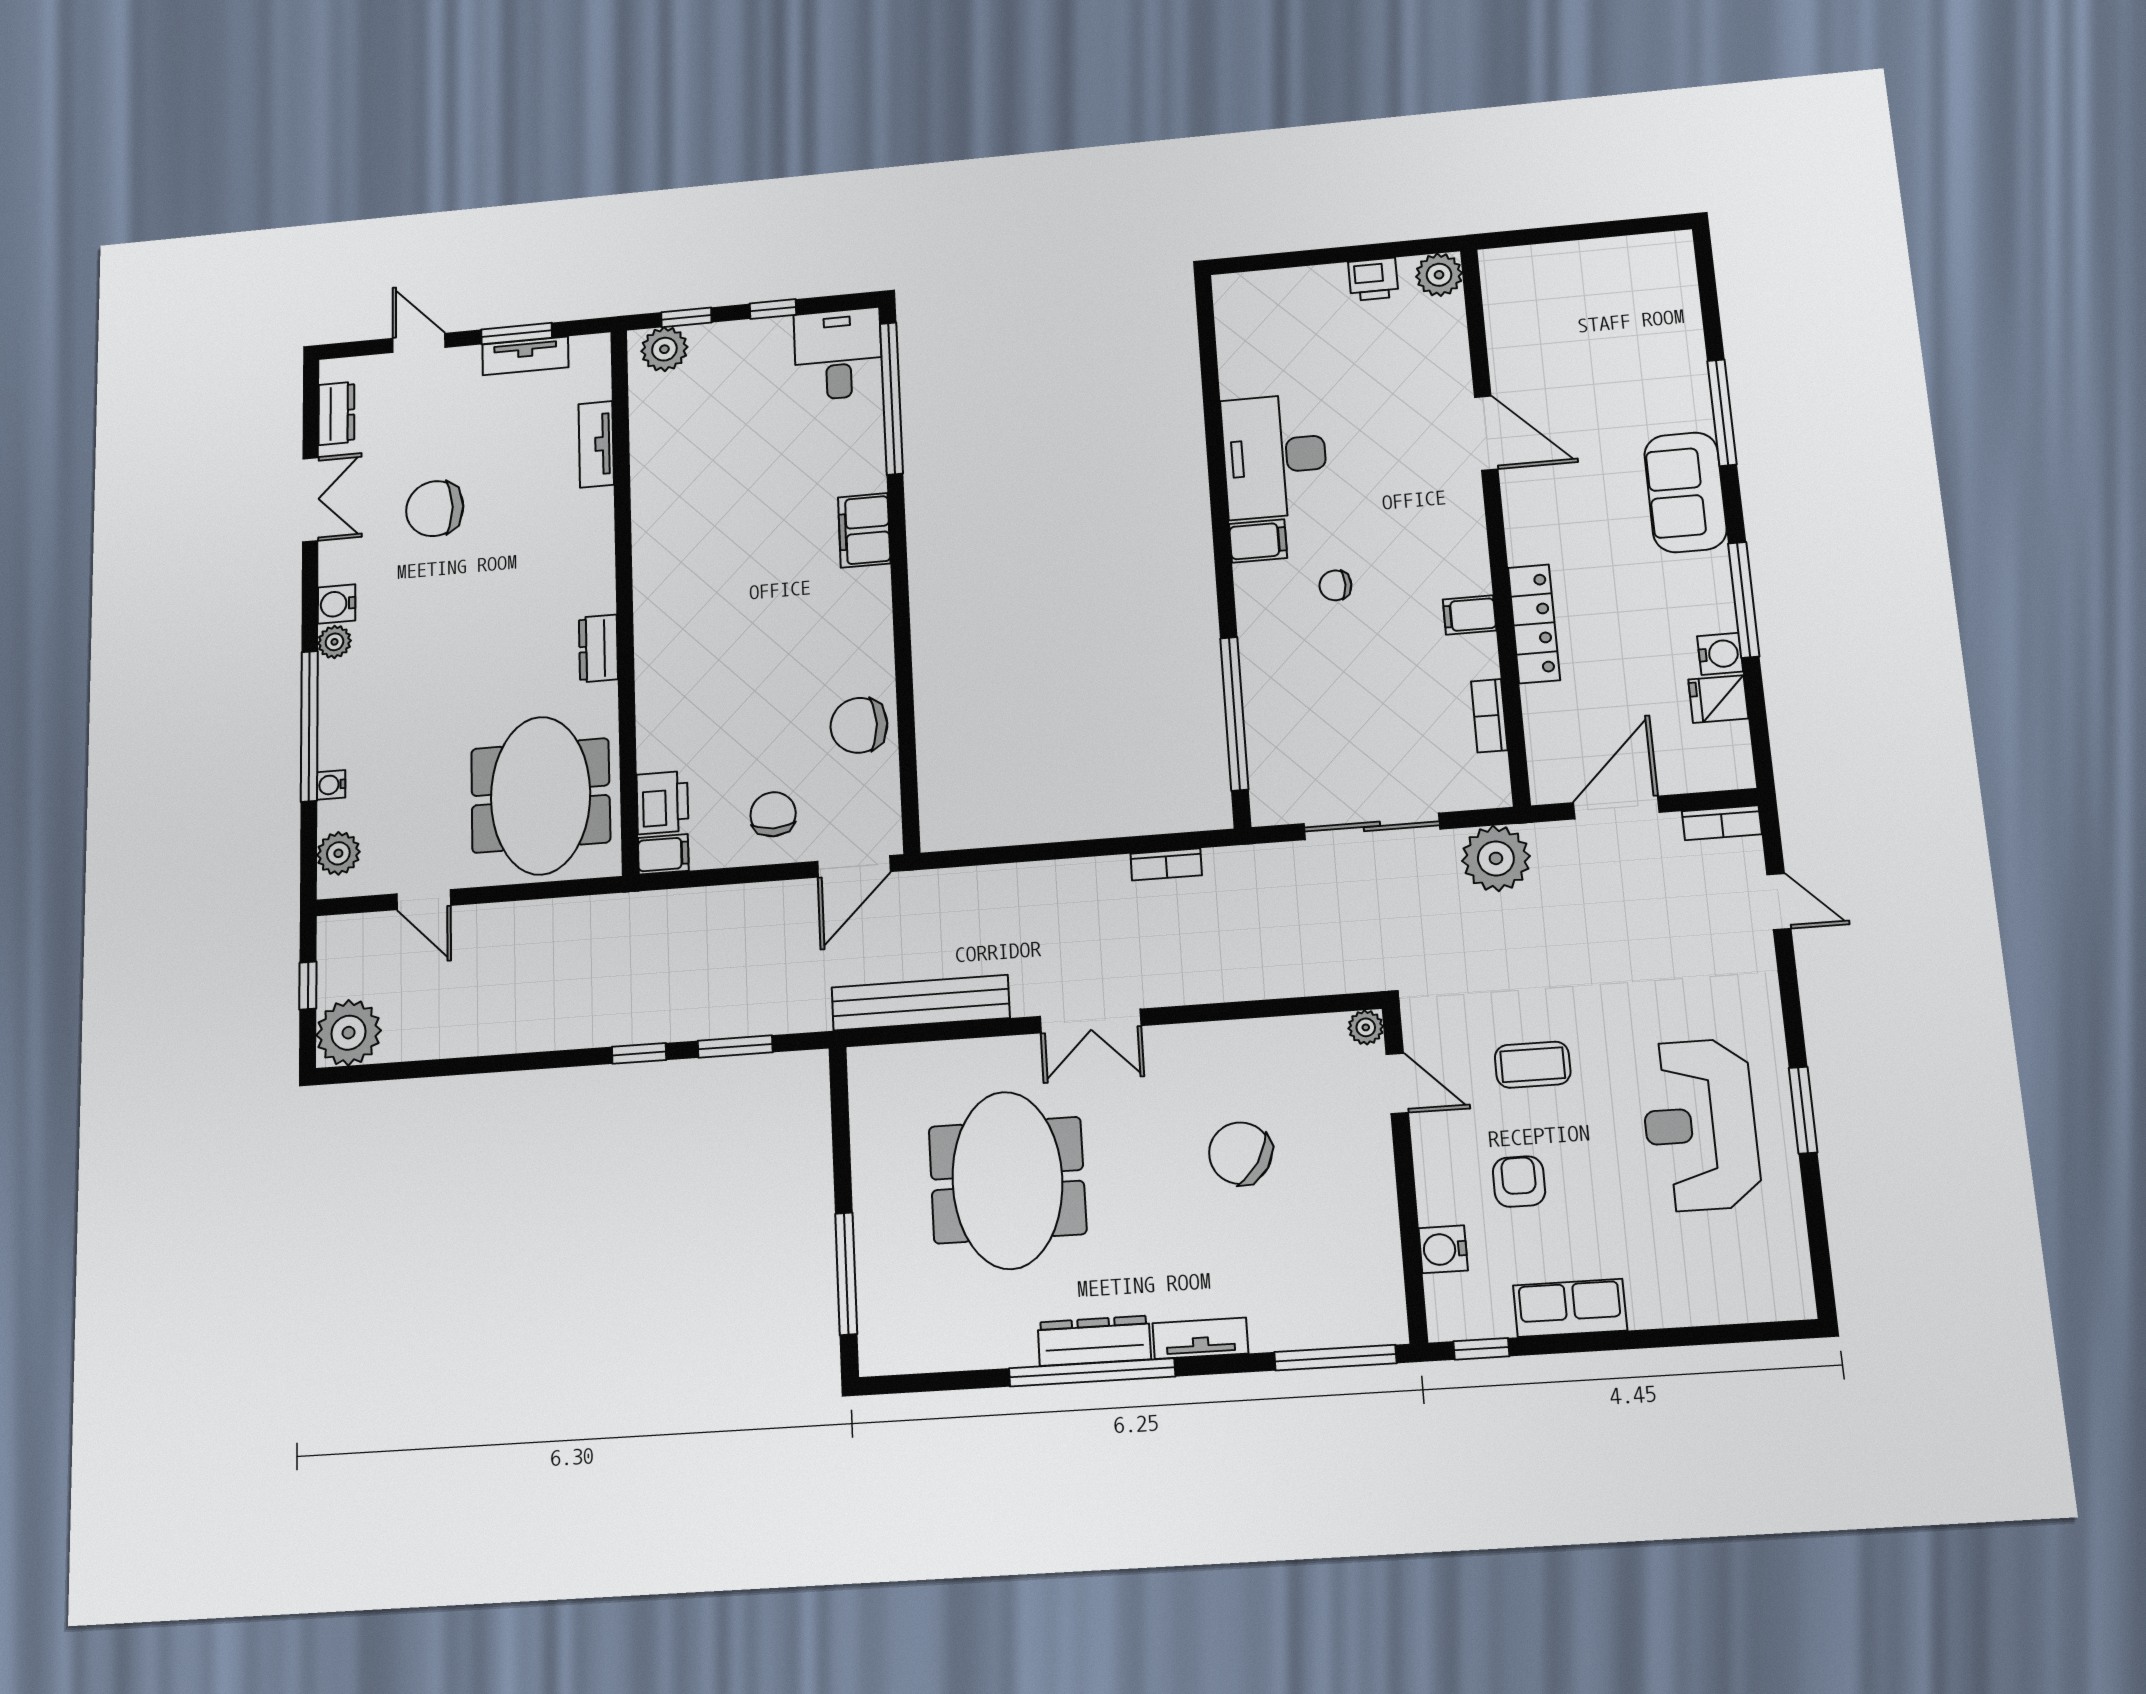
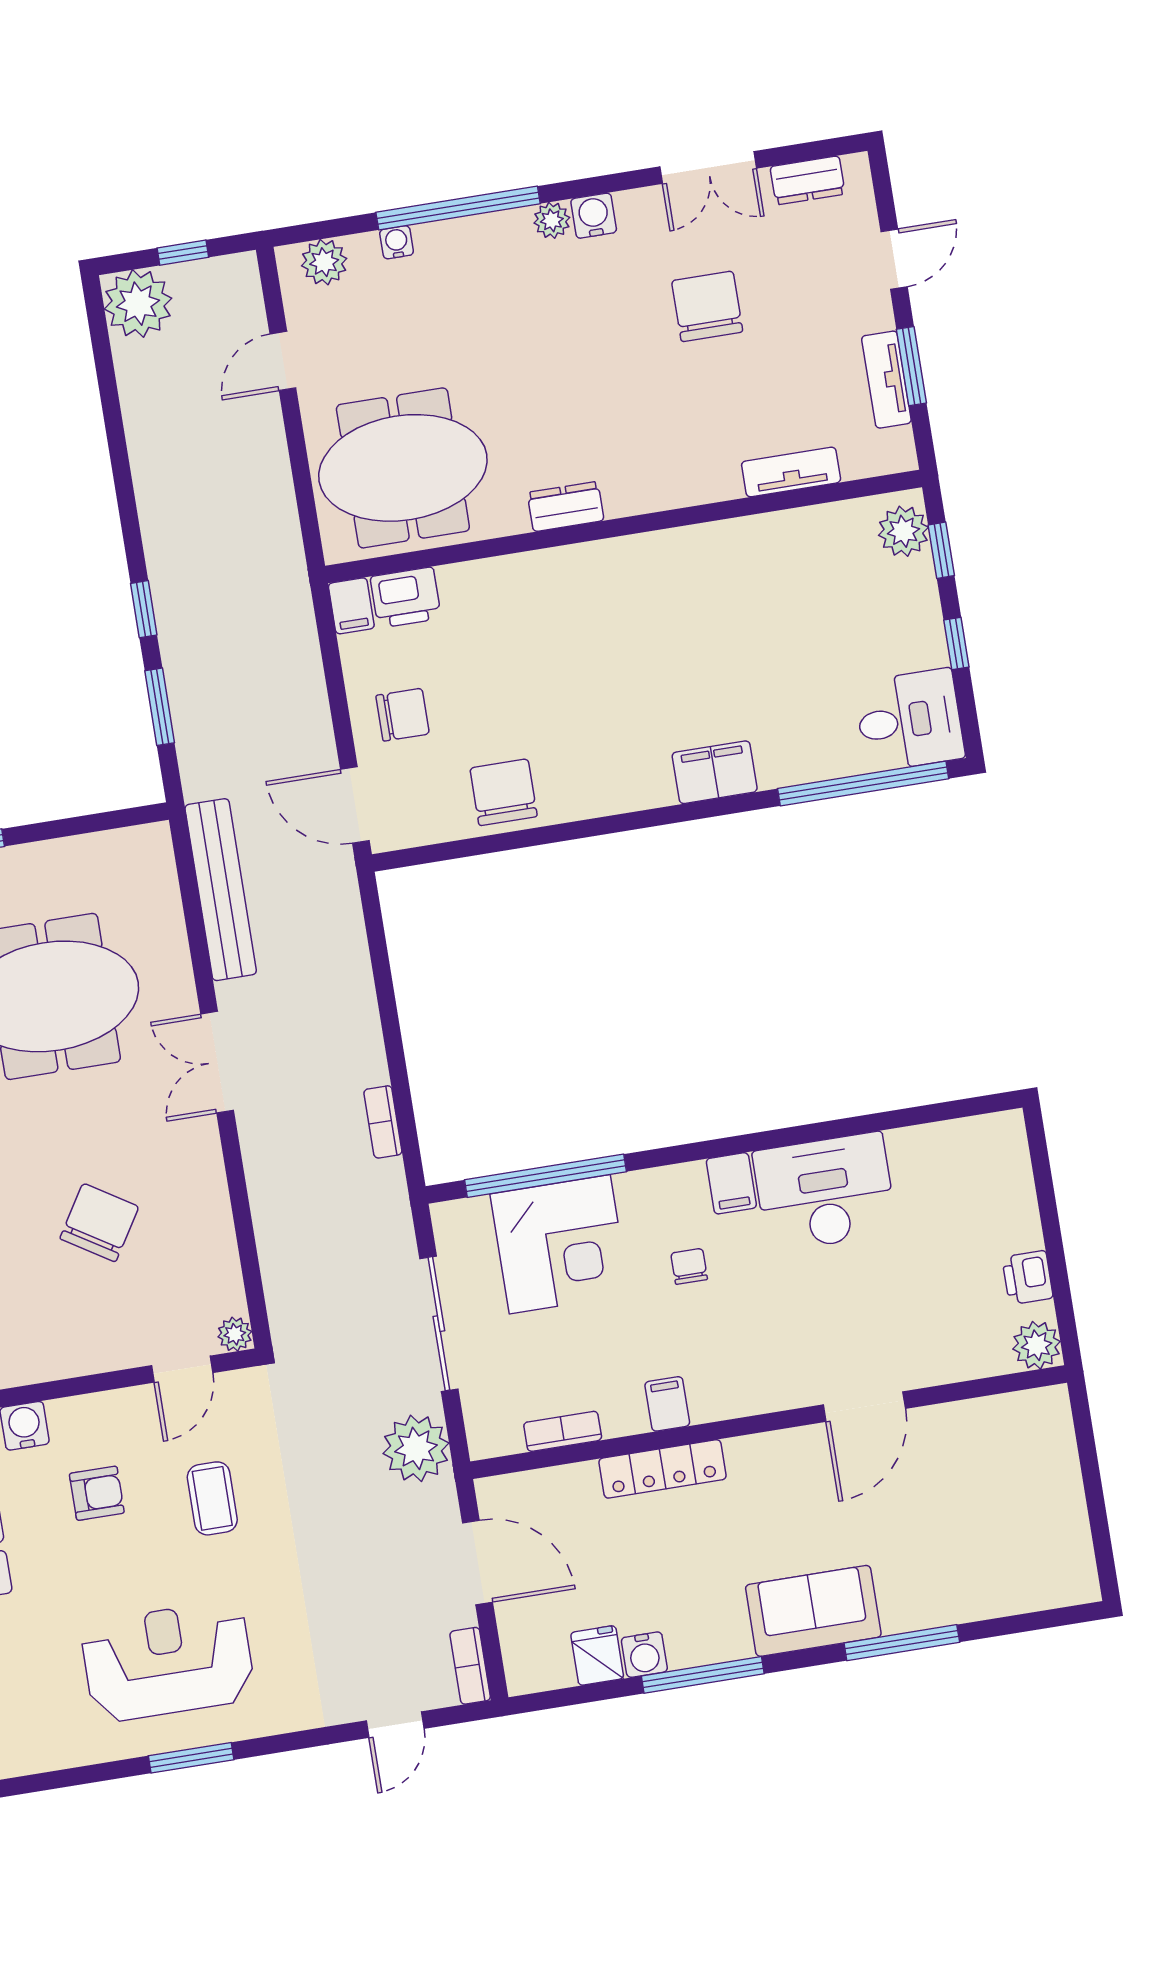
corner desk: (1303, 705) -> (560, 1244), added

